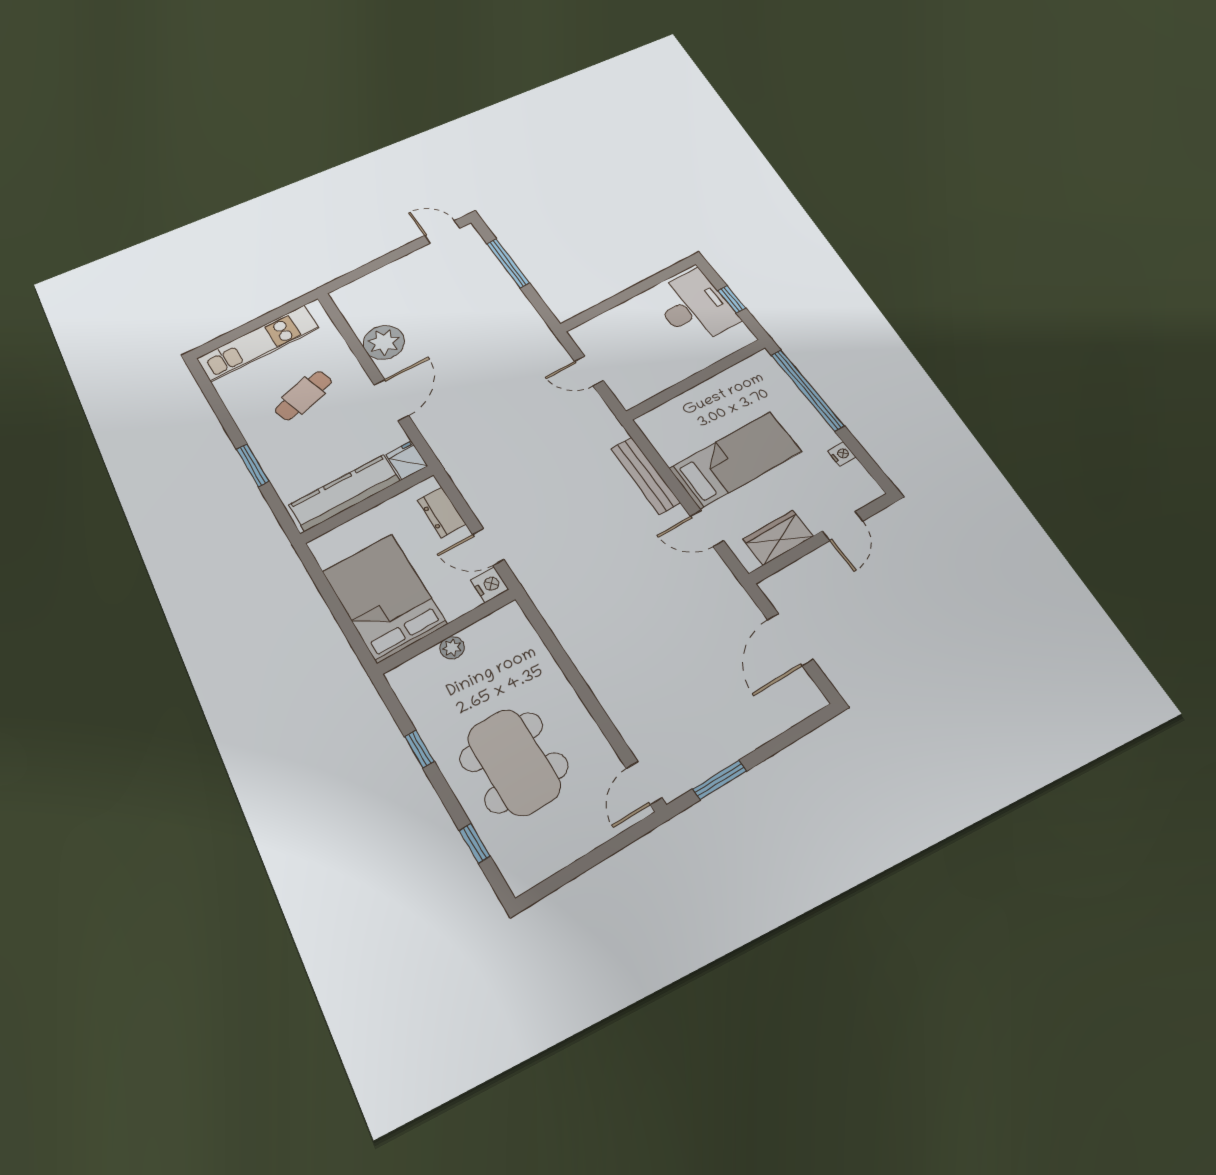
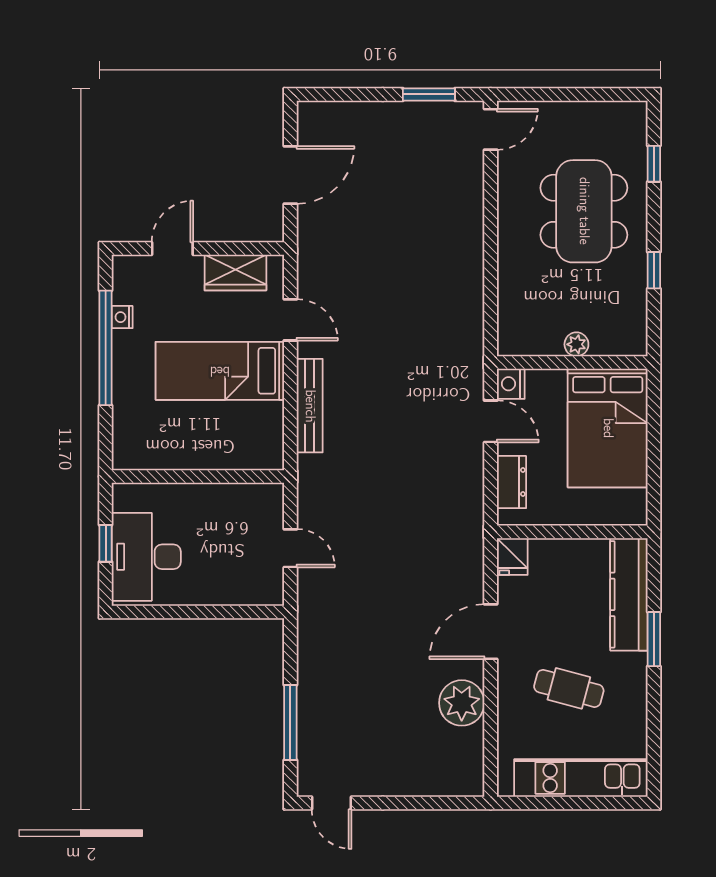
window: (807, 390) -> (106, 348), moved
cafe table: (304, 396) -> (569, 688), turned 32
kitchen counter: (345, 493) -> (629, 594), moved, turned 90

